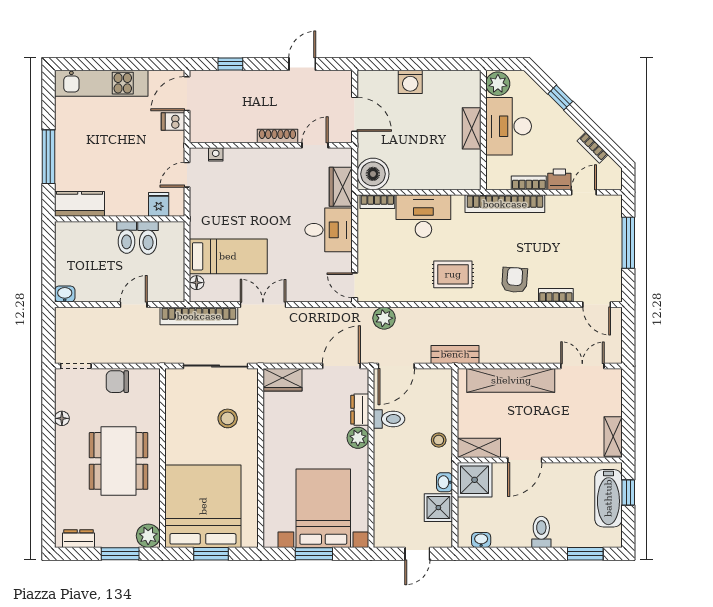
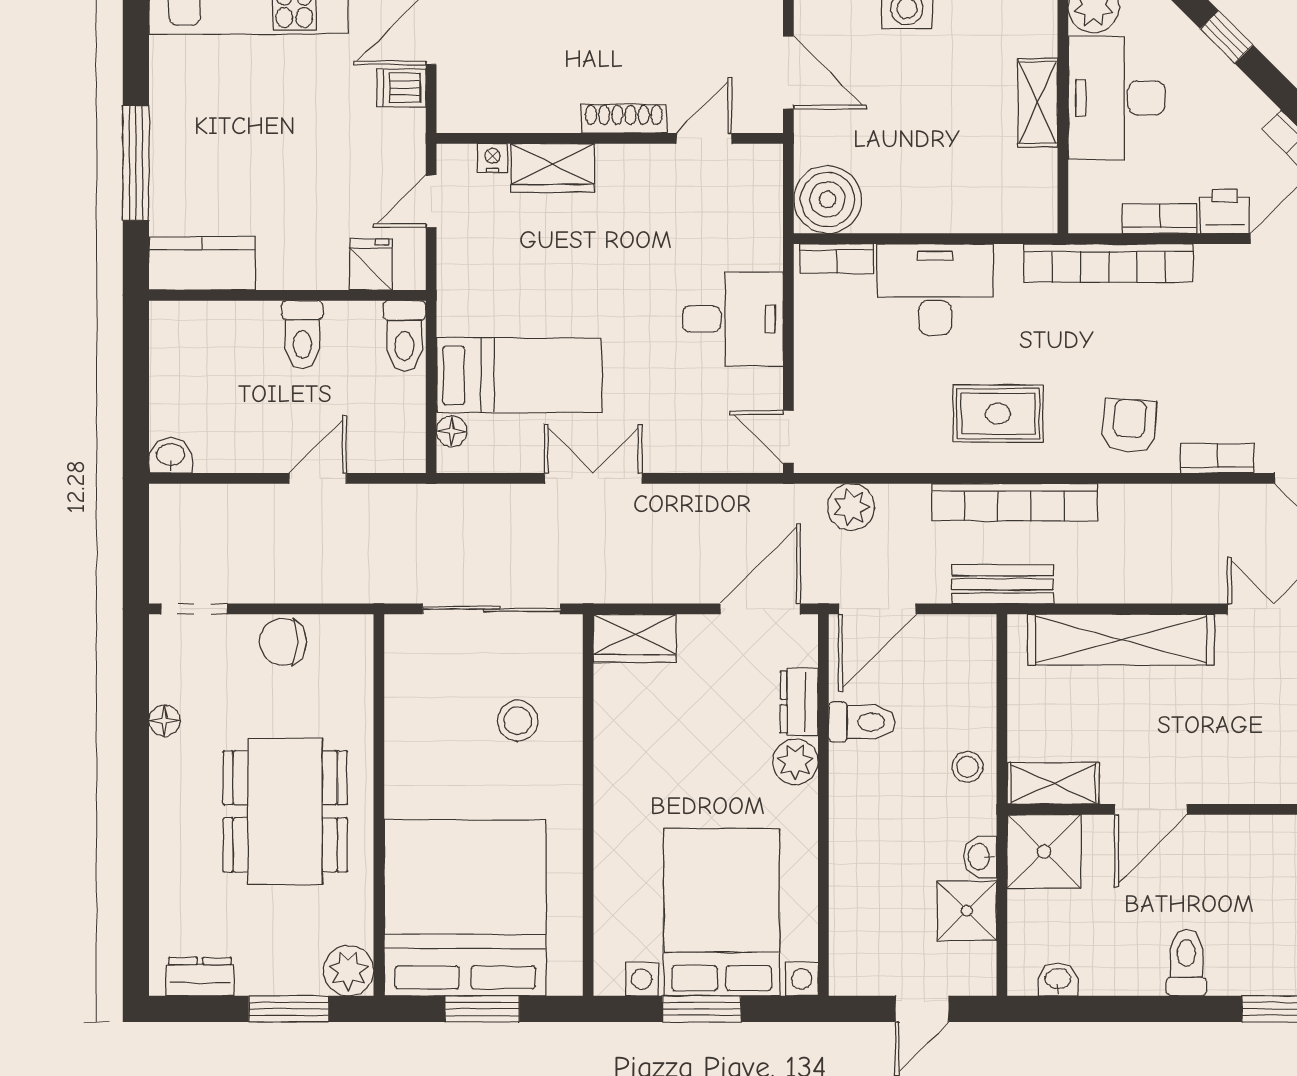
wardrobe: (341, 187) -> (553, 168), moved, turned -90
toilet: (148, 238) -> (405, 336), moved
bookcase: (199, 316) -> (1014, 502), moved

